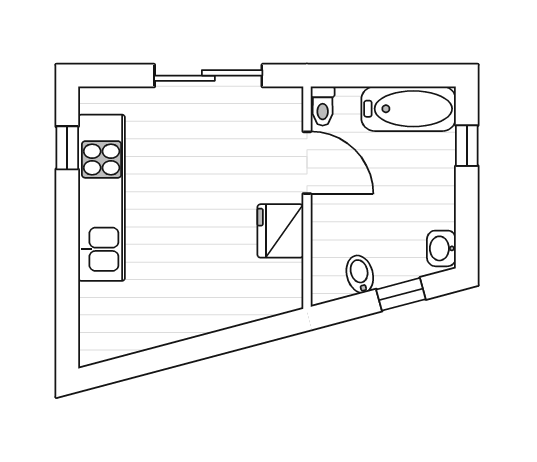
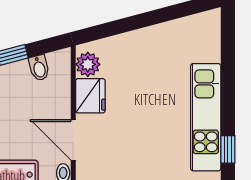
plant: (284, 280) -> (88, 64), added

